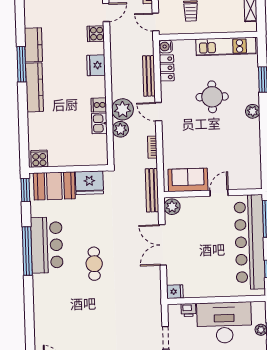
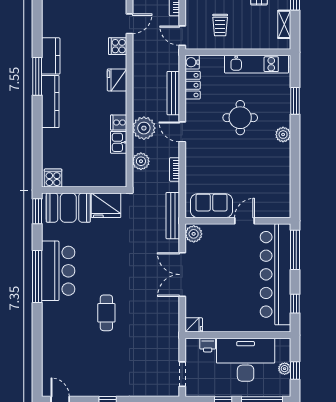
plant: (120, 129) -> (141, 161), moved
cafe table: (94, 264) -> (106, 313), moved

